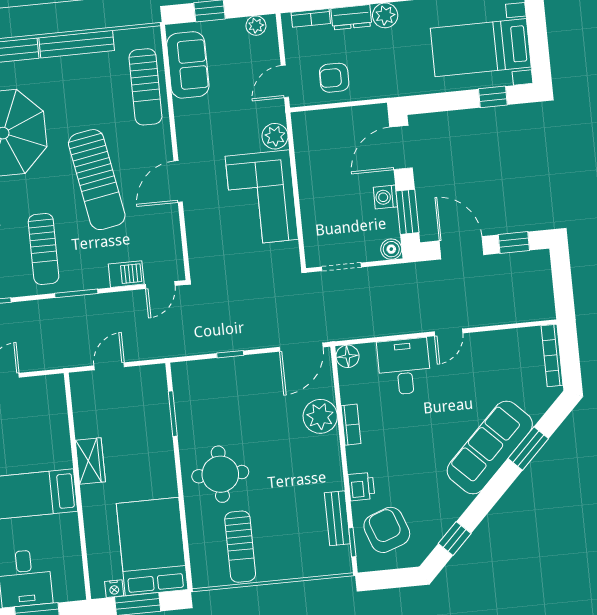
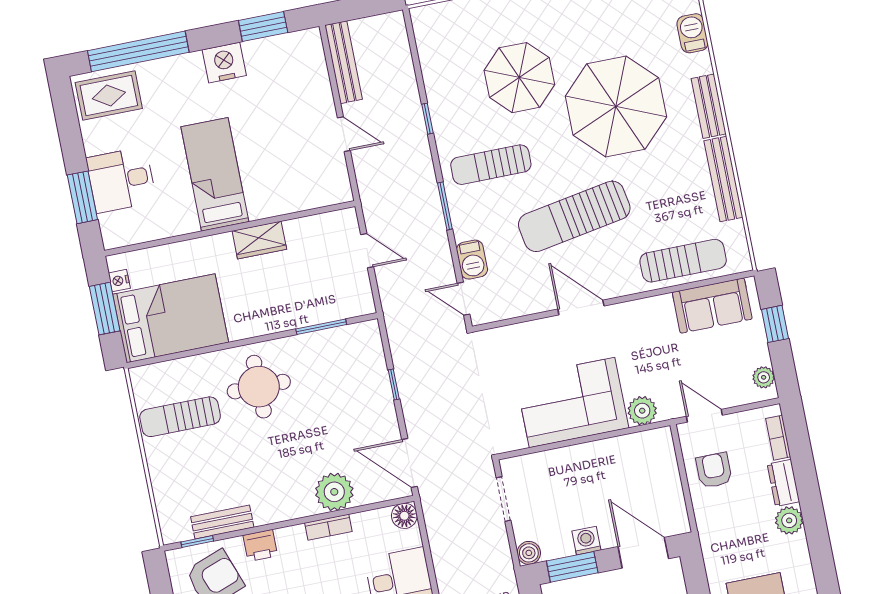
sun lounger: (145, 87) -> (683, 261), turned 180

